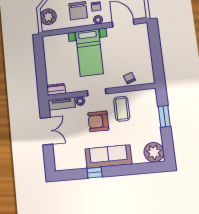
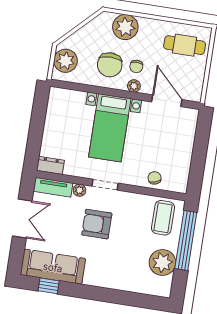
coffee table: (122, 109) -> (163, 218), moved
window: (164, 116) -> (186, 241), width x2.11
plant: (154, 152) -> (162, 263), moved
sofa: (108, 156) -> (53, 267), moved
window: (95, 173) -> (49, 286), moved

